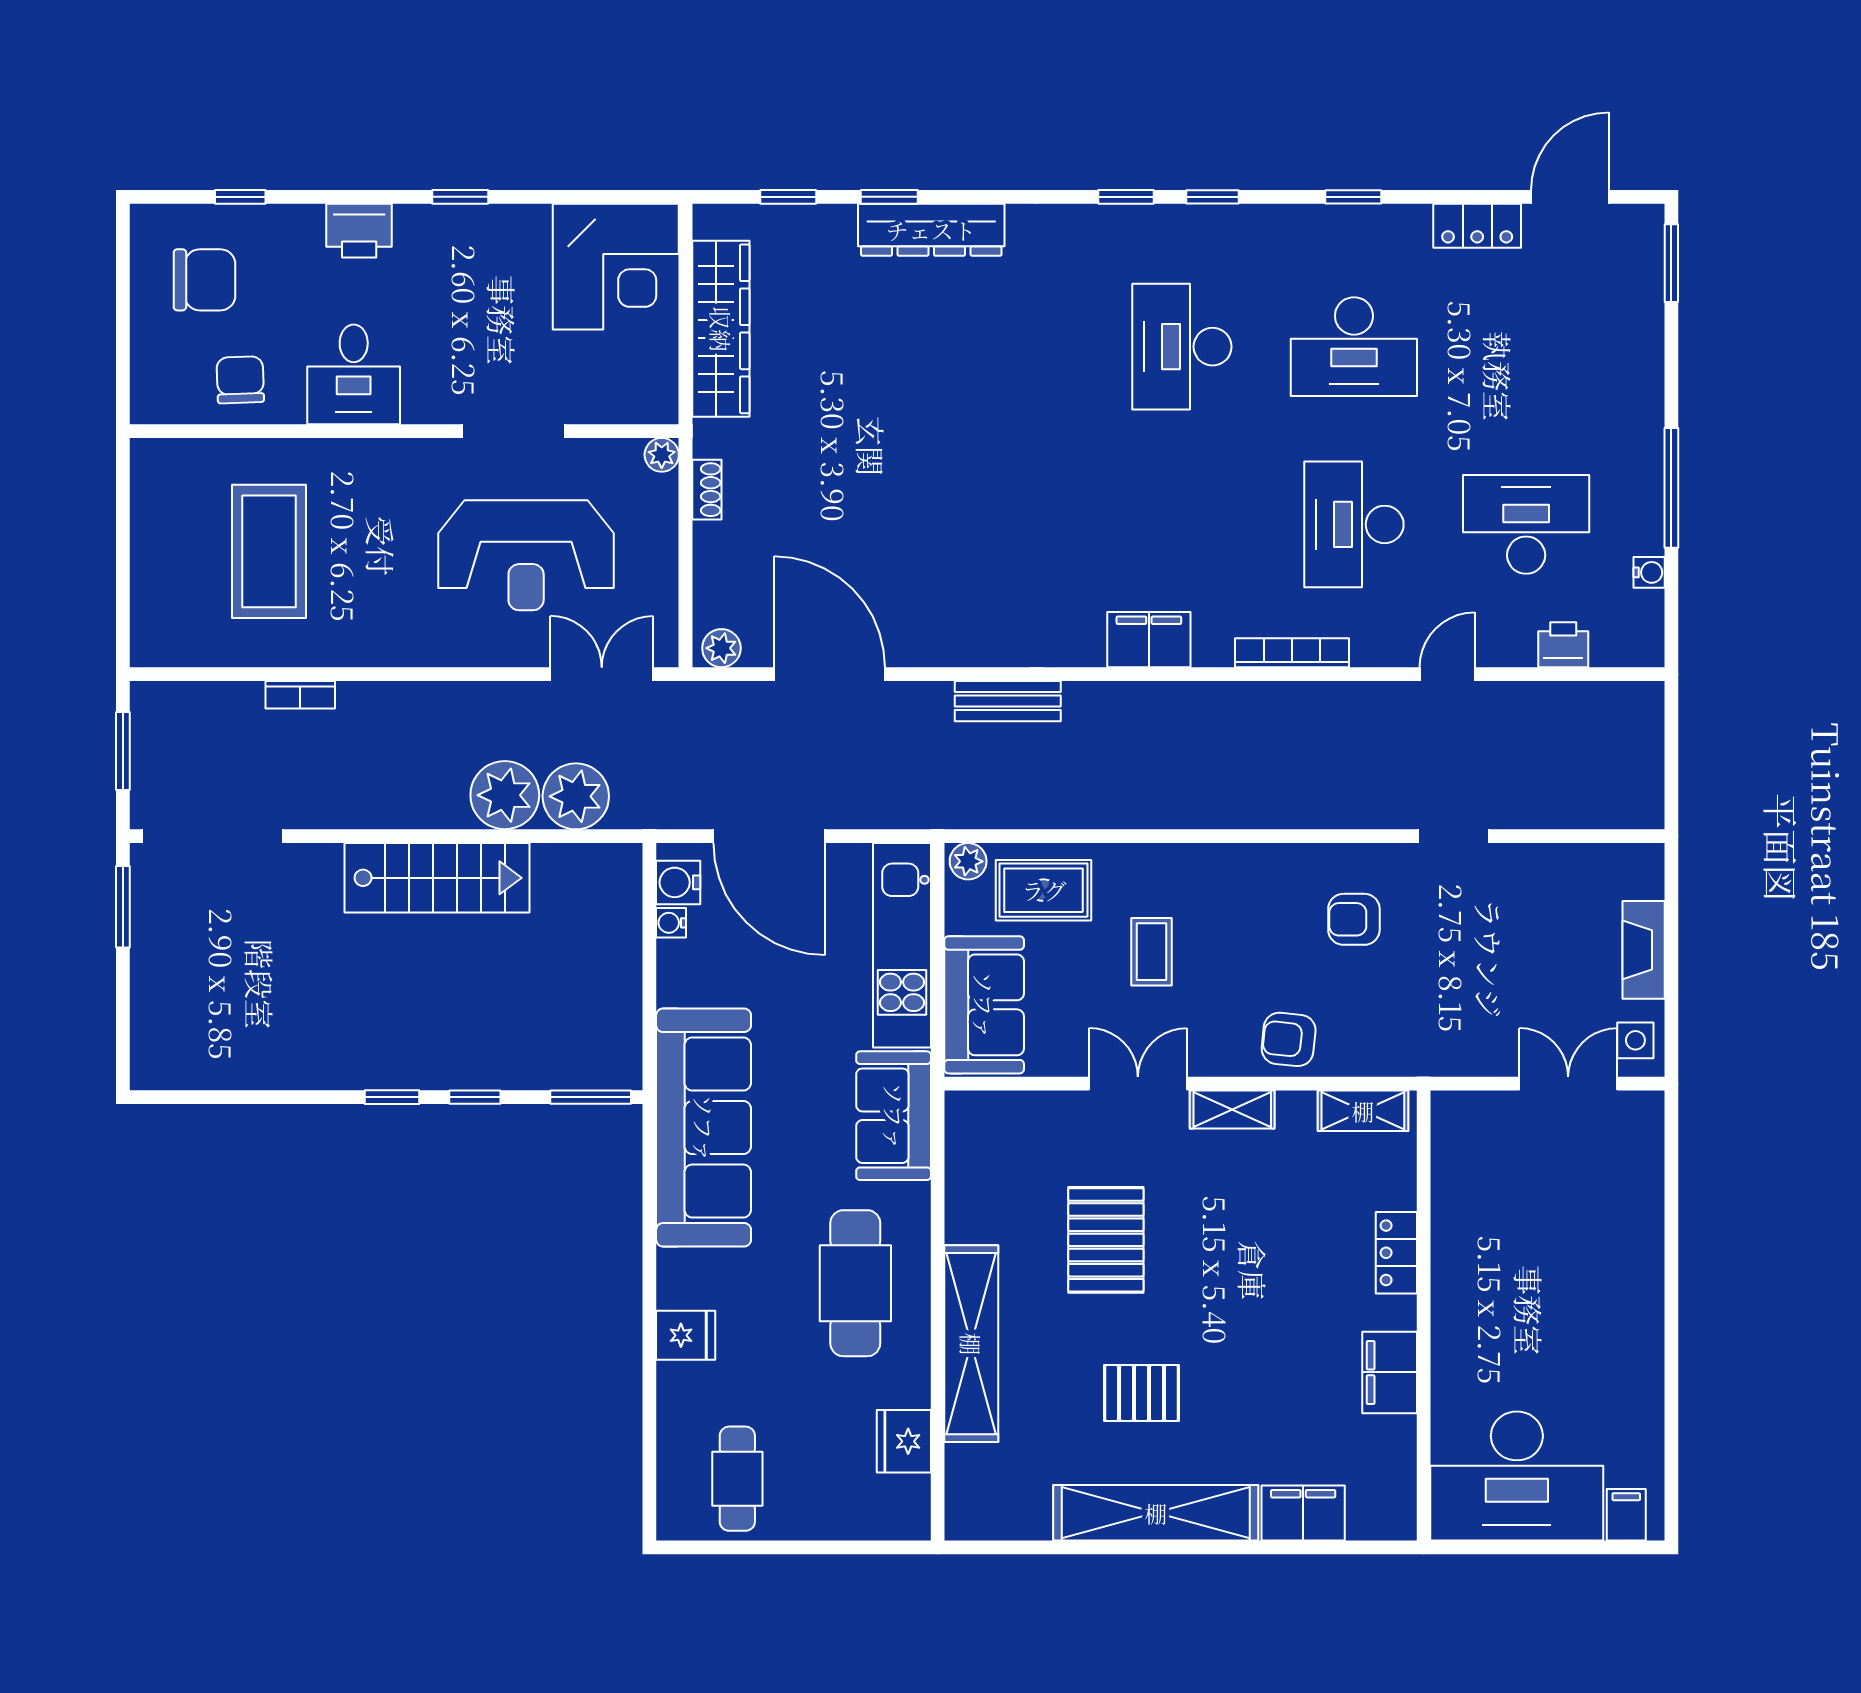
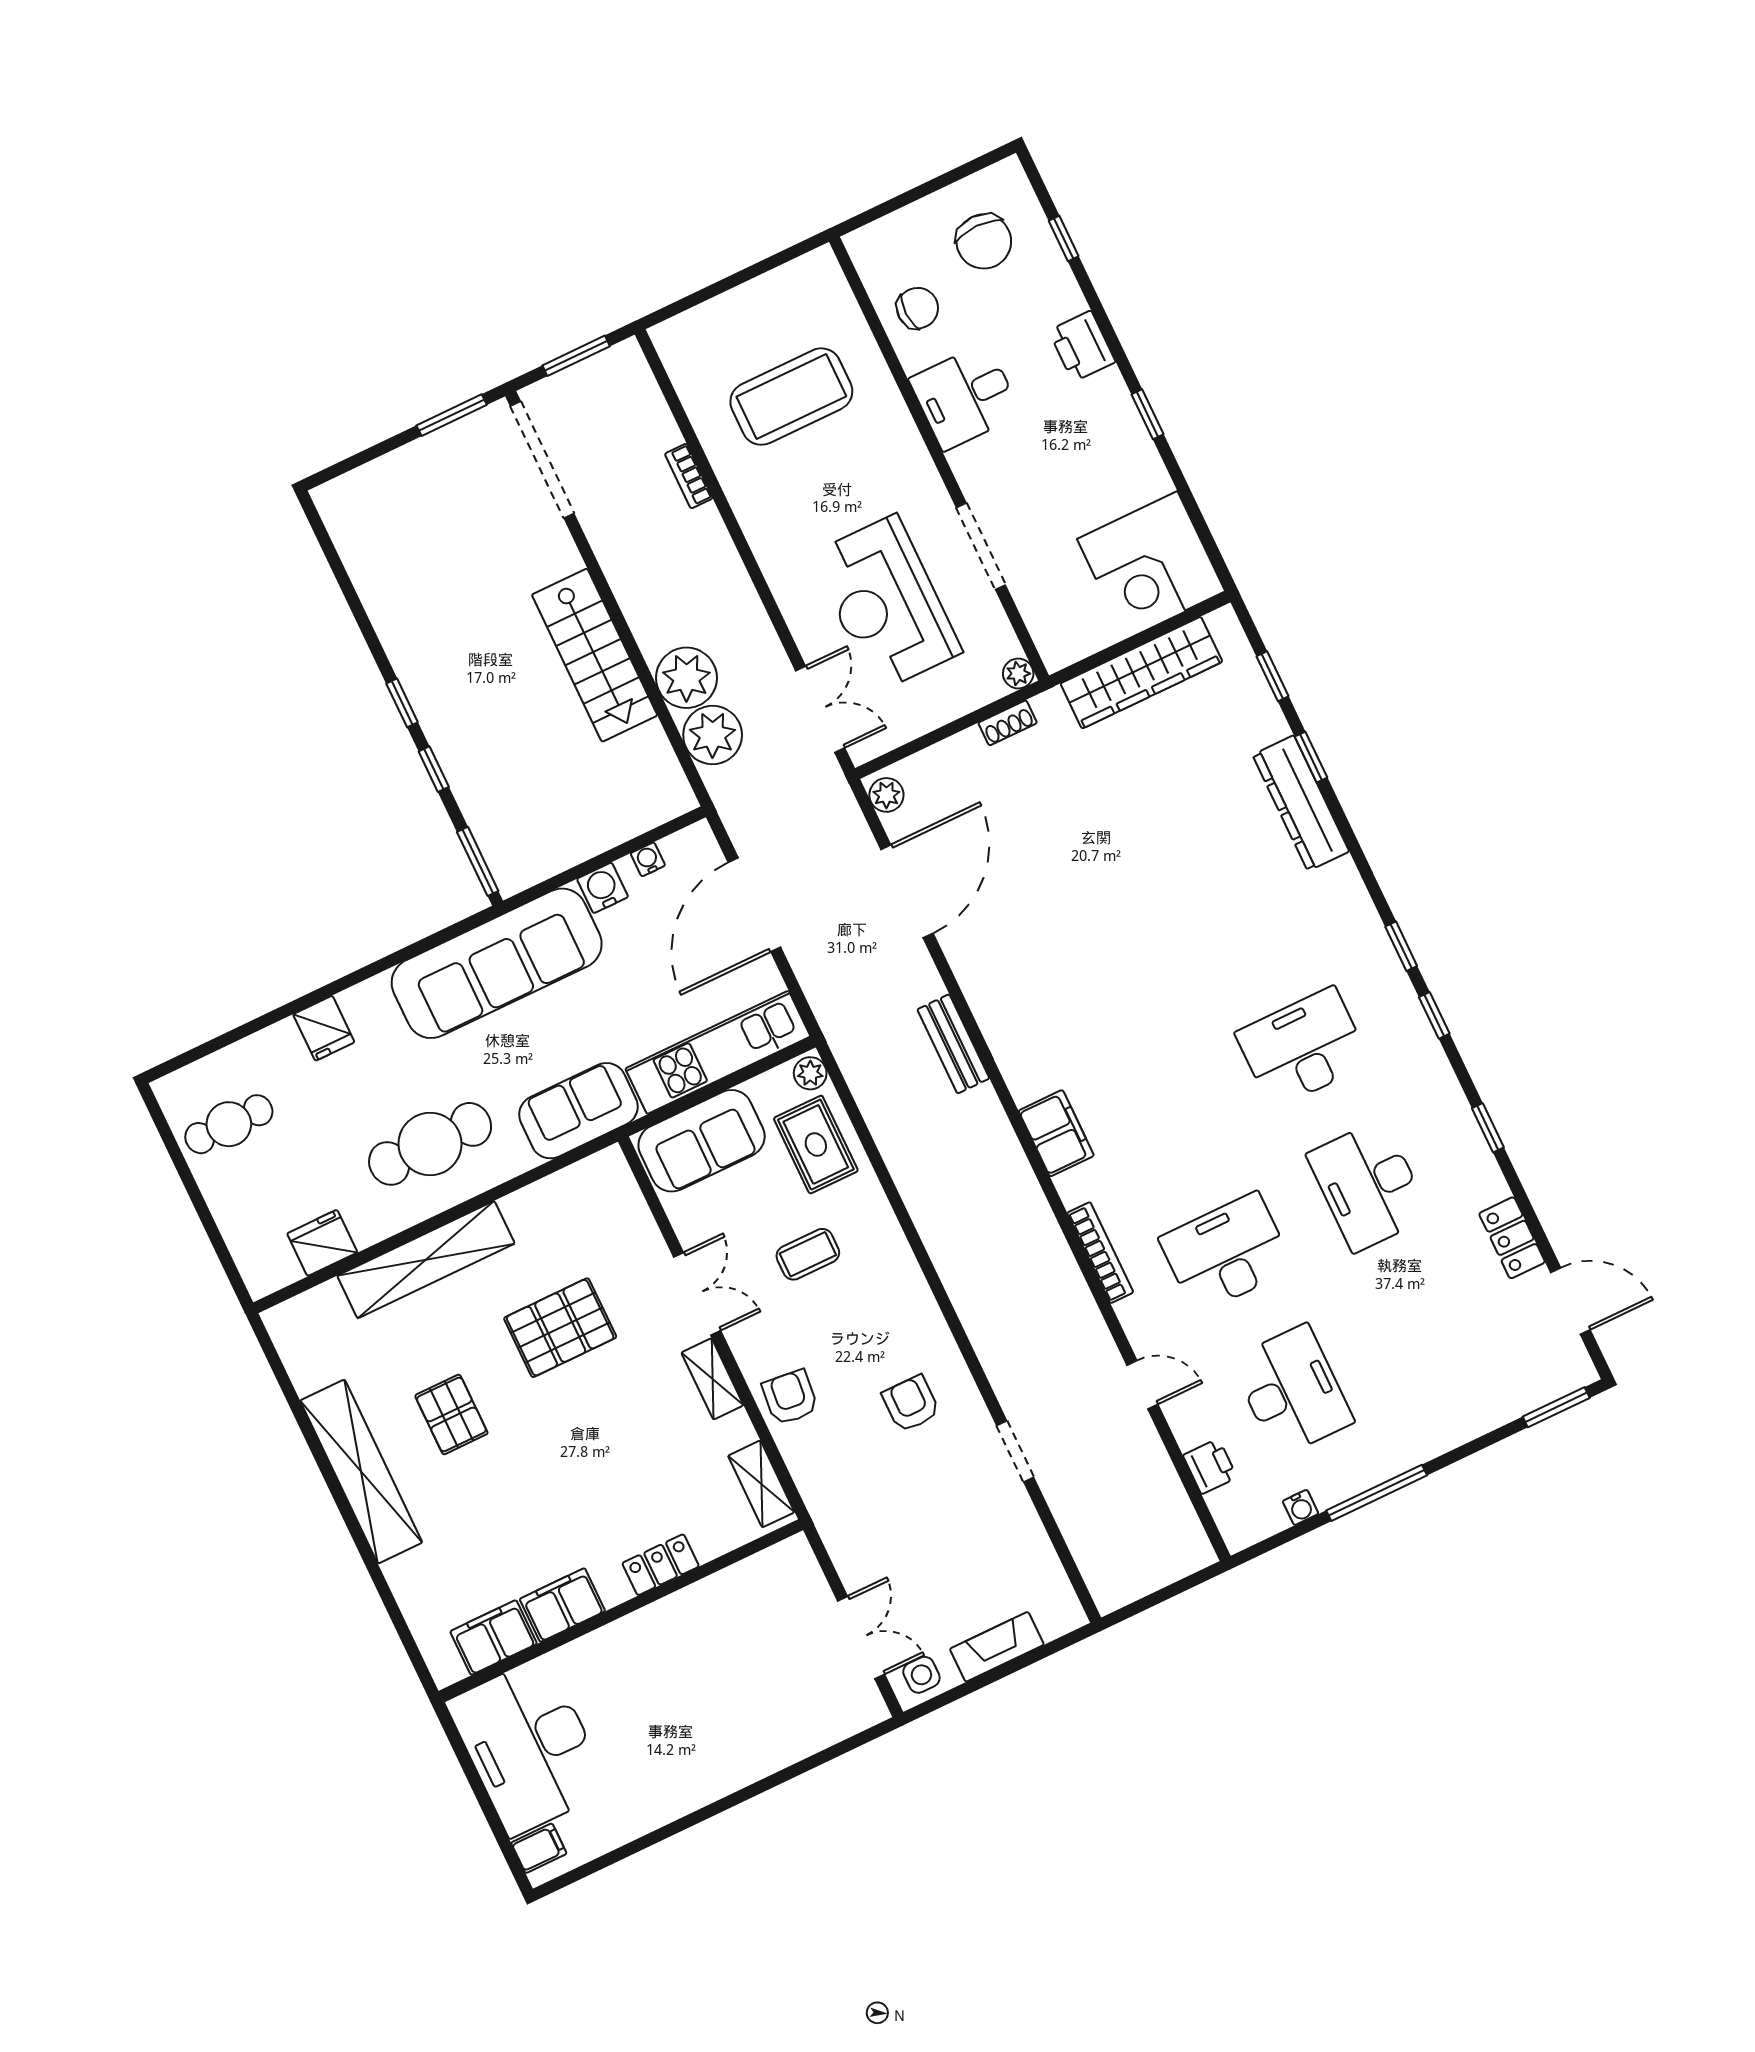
water cooler: (678, 882) -> (603, 888), moved
filing cabinet: (1303, 1513) -> (494, 1637), moved, turned -90

